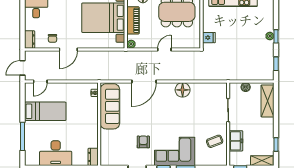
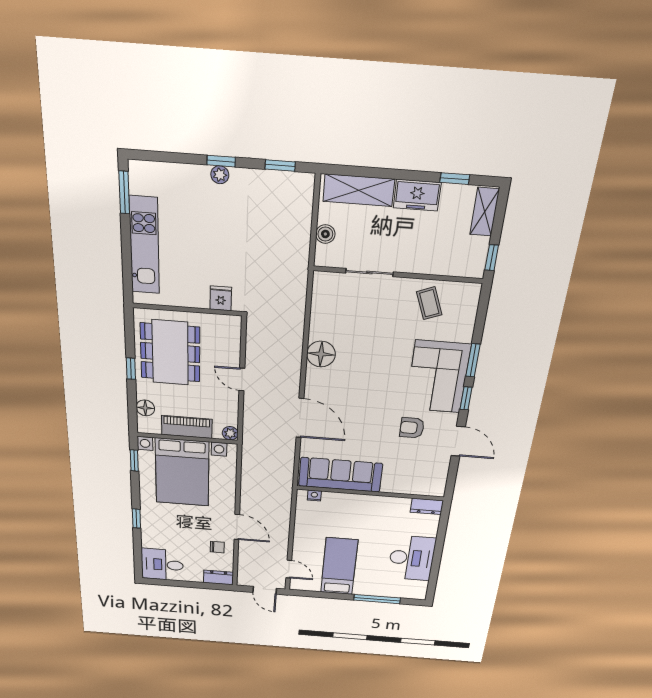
freezer: (236, 141) -> (417, 195), moved, turned 180

